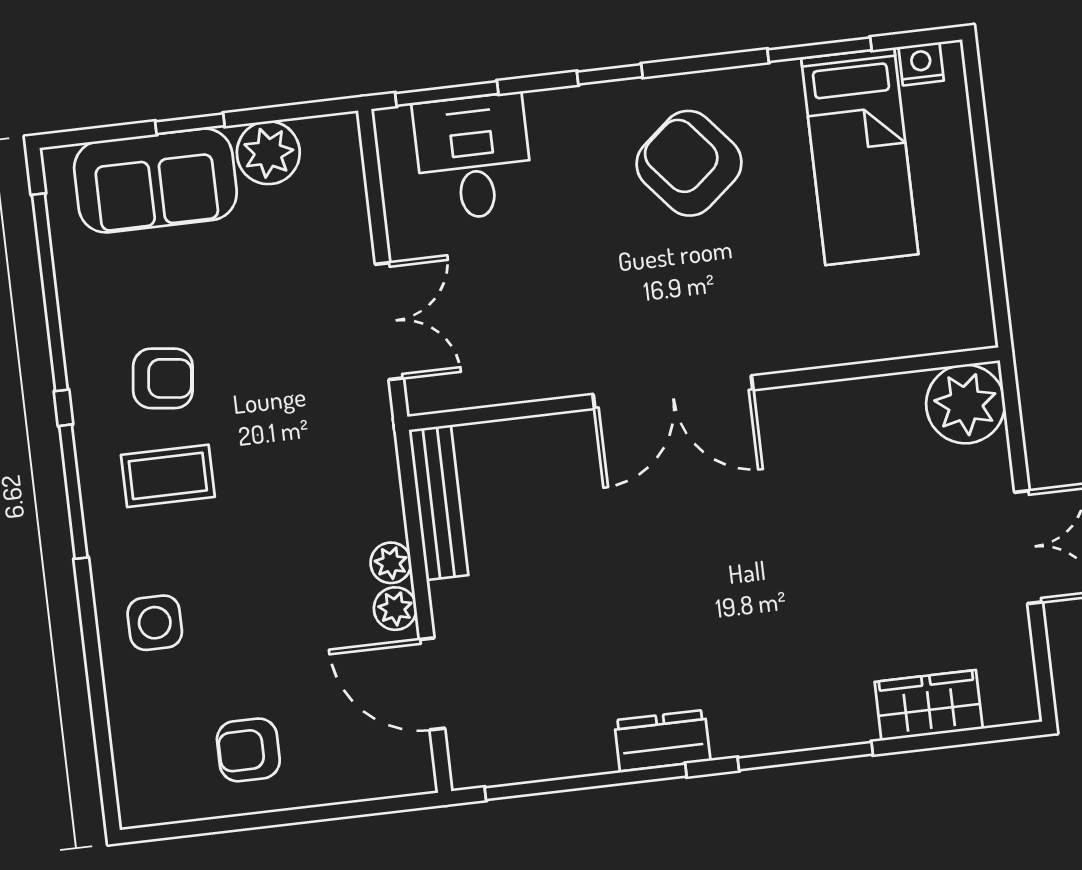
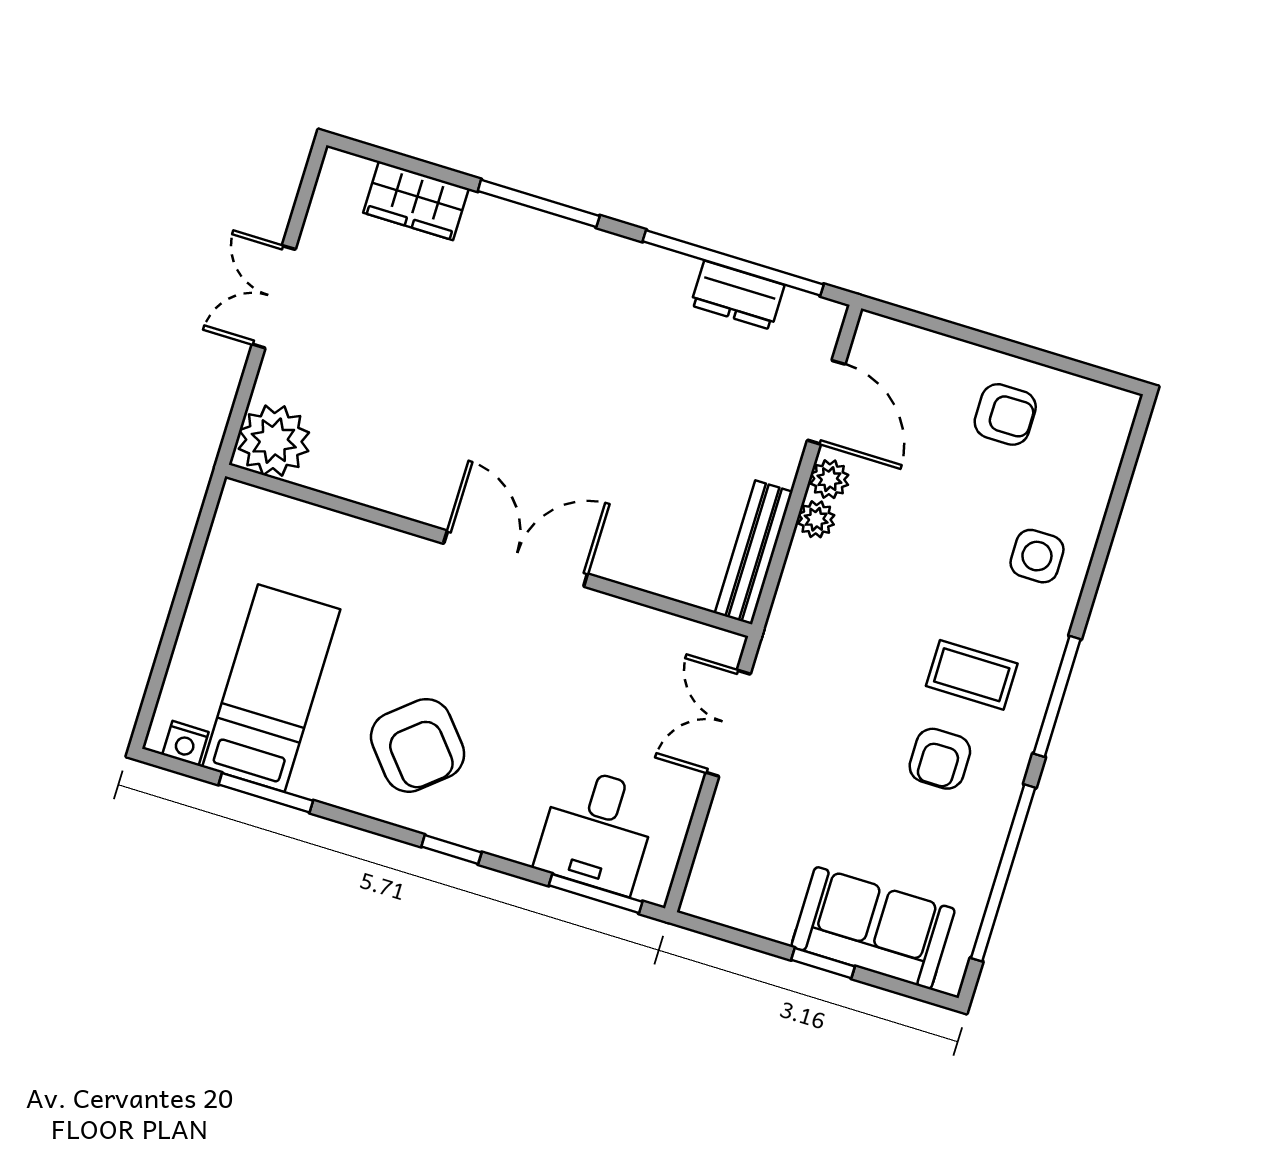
plant: (268, 153) -> (768, 910), removed
armchair: (163, 378) -> (940, 759), turned -97
dresser: (662, 741) -> (738, 295), moved

